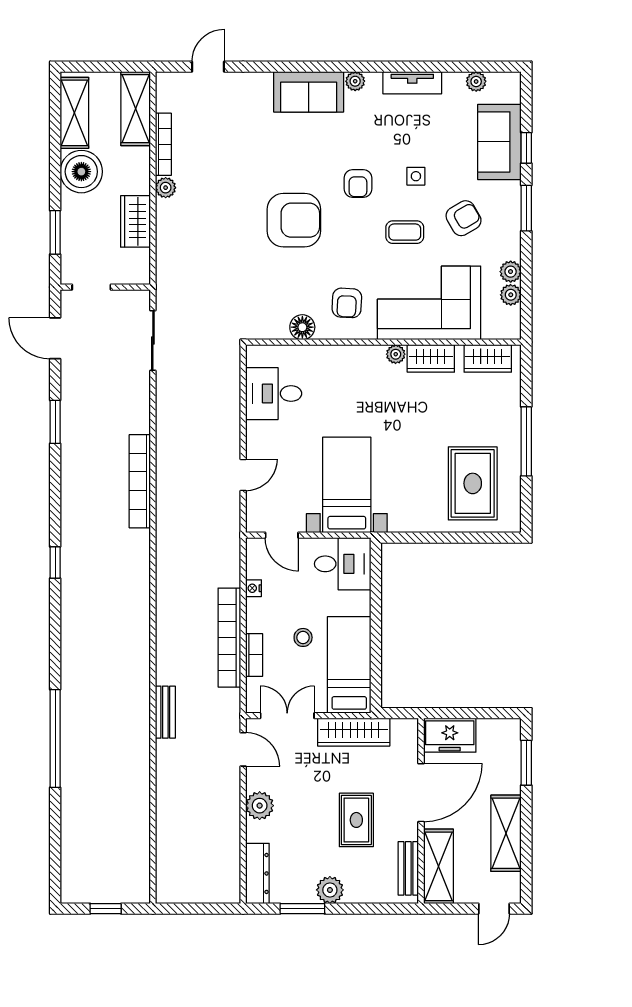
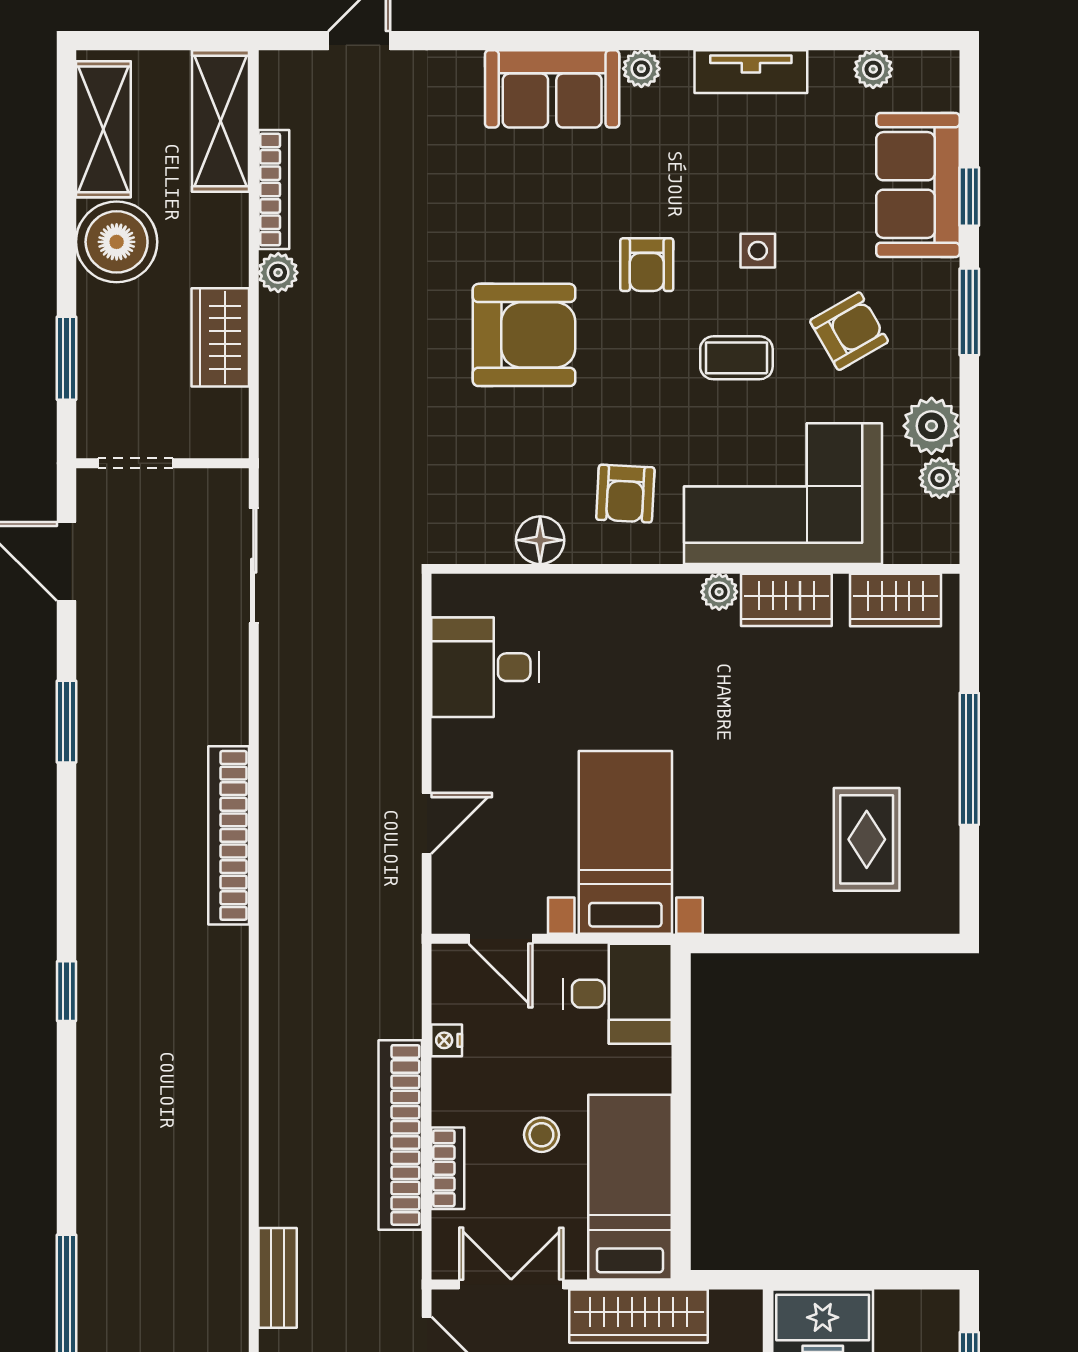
plant: (511, 272) -> (932, 426), width x1.38, depth x1.38
rug: (473, 483) -> (867, 839), width x0.73, depth x0.70

